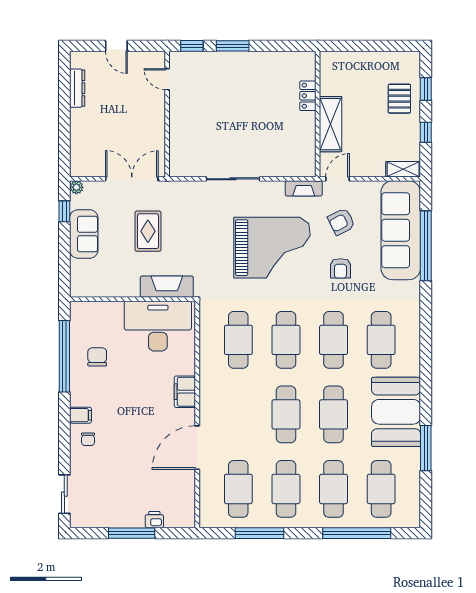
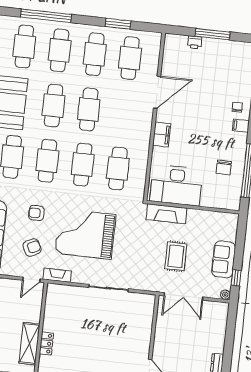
shelving: (331, 124) -> (29, 344), moved
armchair: (340, 268) -> (36, 213), turned -90
window: (259, 533) -> (118, 24), width x0.69

